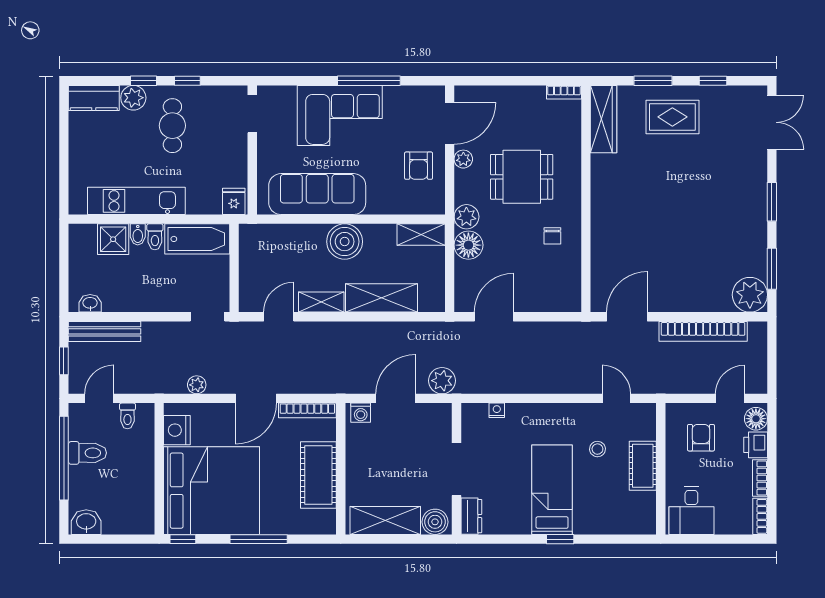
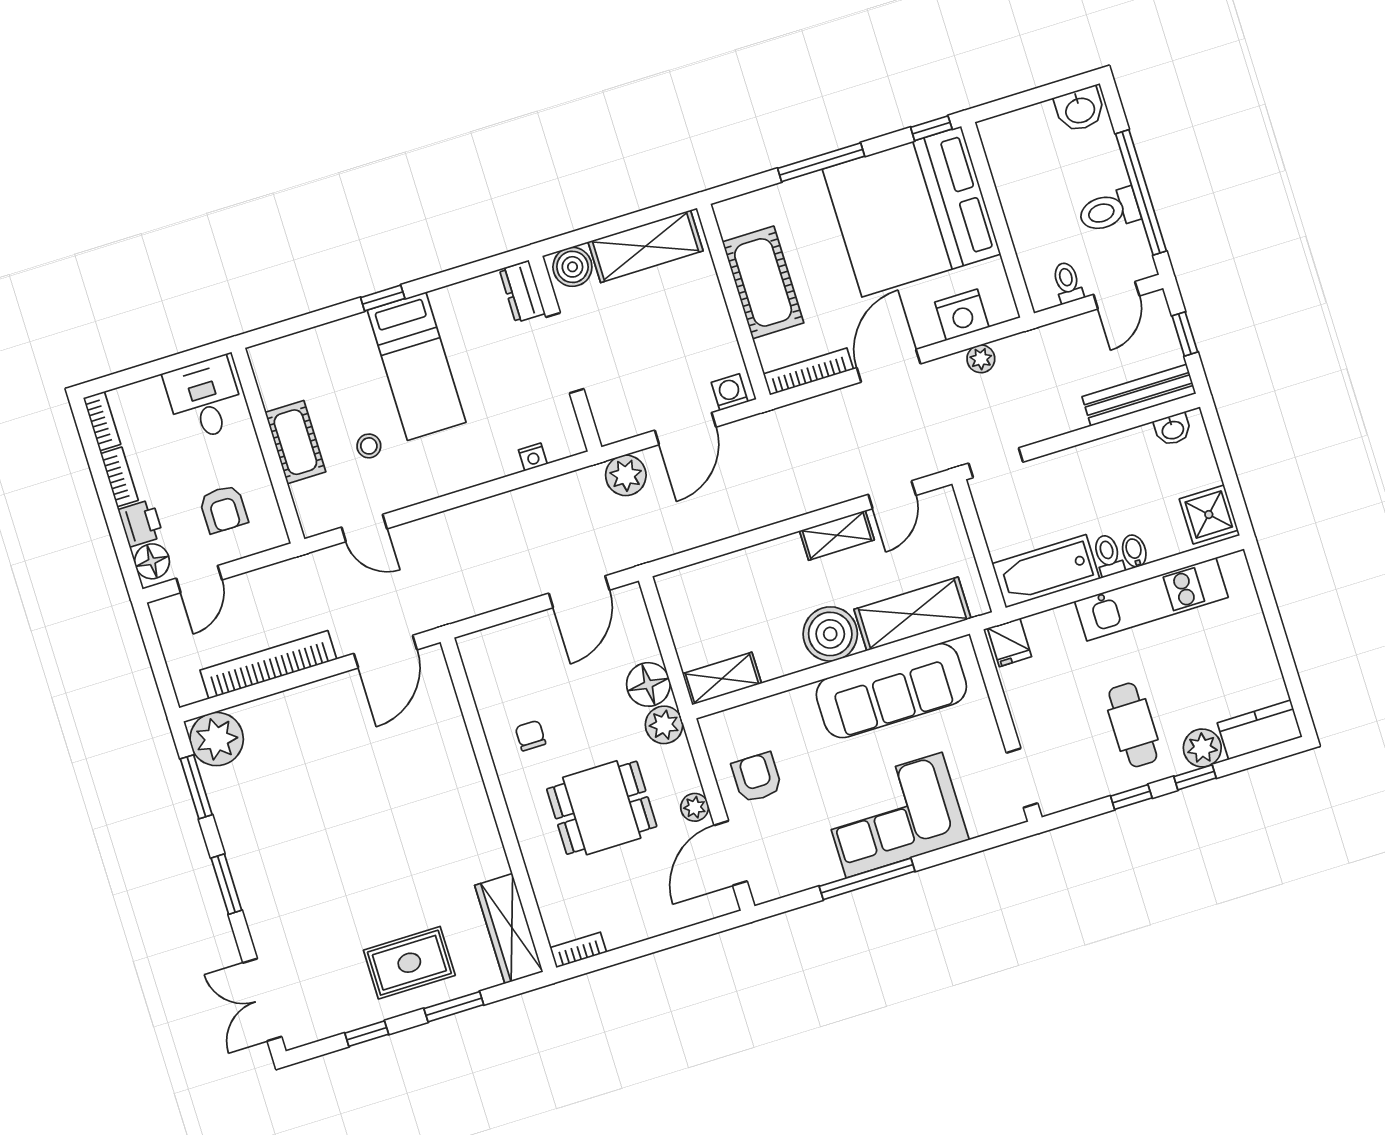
shower: (113, 239) -> (1209, 515), moved
shelving: (382, 298) -> (912, 614), moved
nightstand: (177, 430) -> (962, 315), moved, turned 90

